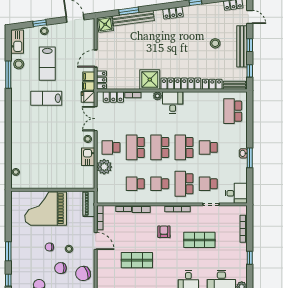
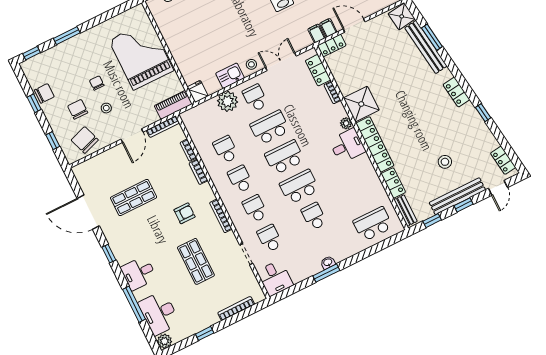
fridge: (88, 97) -> (198, 91), moved
school desk: (184, 184) -> (255, 209), width x0.54
shop shelf: (137, 260) -> (134, 198), turned 90

